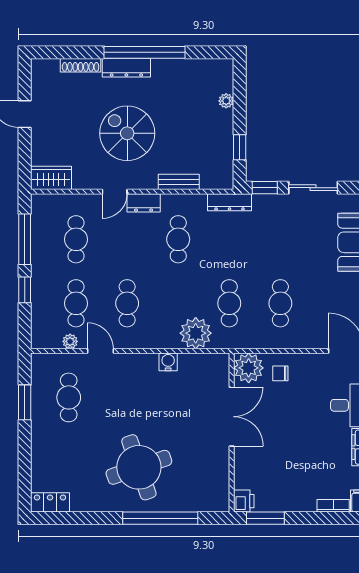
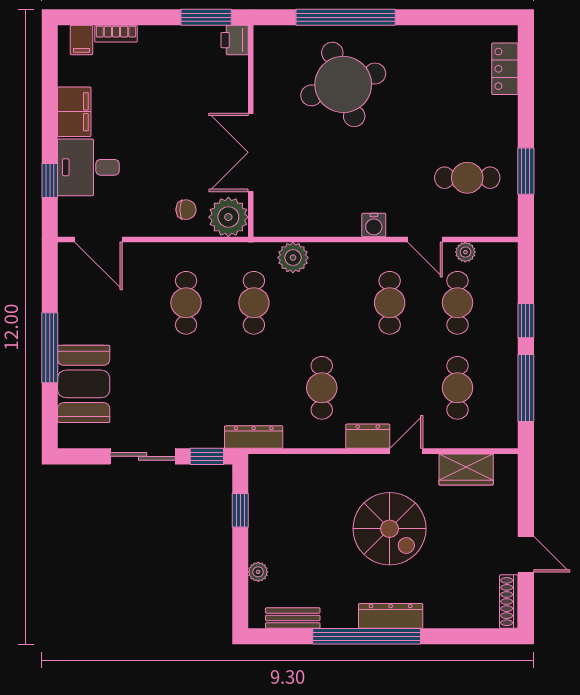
shoe rack: (81, 65) -> (509, 602), moved, turned -90
wardrobe: (51, 178) -> (466, 469), moved
bench: (179, 182) -> (293, 618), moved
plant: (196, 333) -> (293, 258), width x0.73, depth x0.73
water cooler: (168, 362) -> (374, 225), moved
cafe table: (69, 397) -> (467, 178), turned 90
round table: (139, 467) -> (343, 84), moved
locker: (50, 502) -> (505, 69), moved, turned 90

